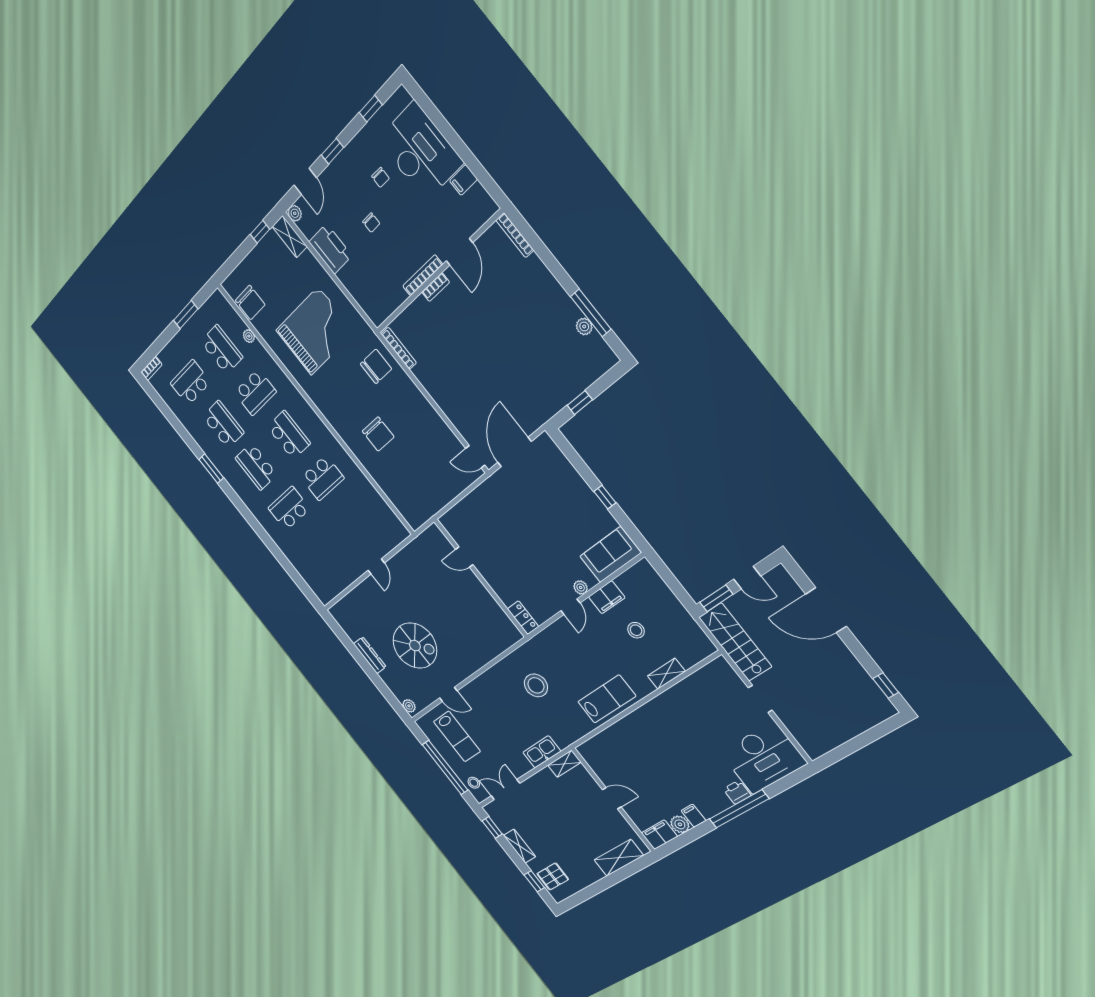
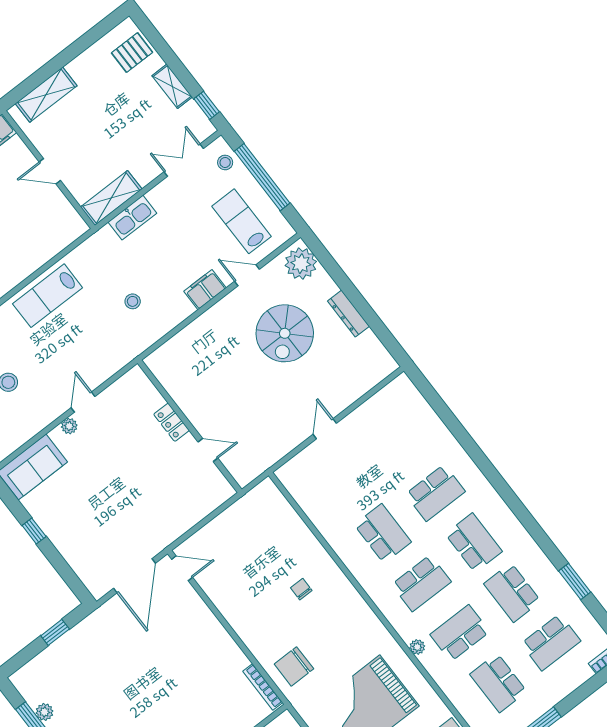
plant: (249, 336) -> (417, 647), moved
chair: (378, 434) -> (301, 589), width x0.54, depth x0.54
school desk: (289, 435) -> (421, 583), turned -90
window: (211, 469) -> (575, 581), moved
school desk: (322, 478) -> (383, 533), turned 90
filing cabinet: (607, 597) -> (205, 290), moved
locker: (523, 618) -> (172, 422), moved
spiral stairs: (415, 646) -> (285, 333), turned -90
stool: (536, 685) -> (133, 301), width x0.53, depth x0.53
plant: (409, 706) -> (301, 264), width x1.87, depth x1.87
shelving: (564, 764) -> (111, 198), width x1.50, depth x1.33
double door: (505, 790) -> (184, 160), swing flipped
window: (534, 881) -> (157, 41), removed

